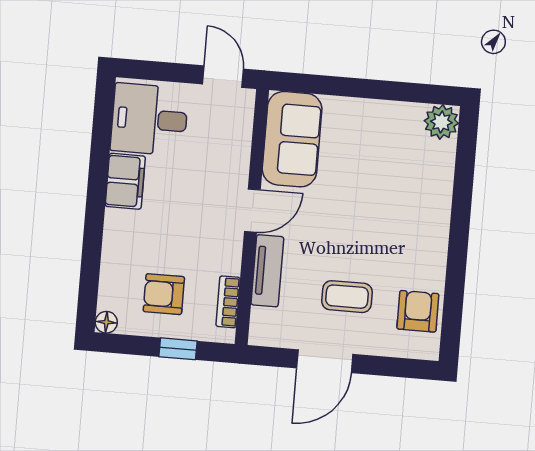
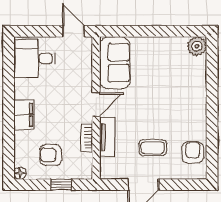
filing cabinet: (125, 181) -> (24, 115), moved
bookcase: (228, 302) -> (87, 138), moved

